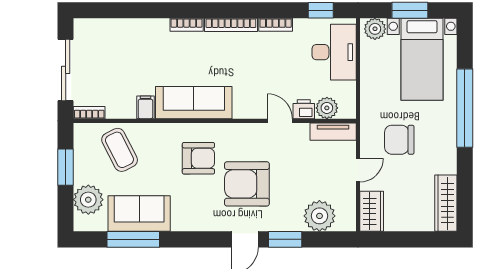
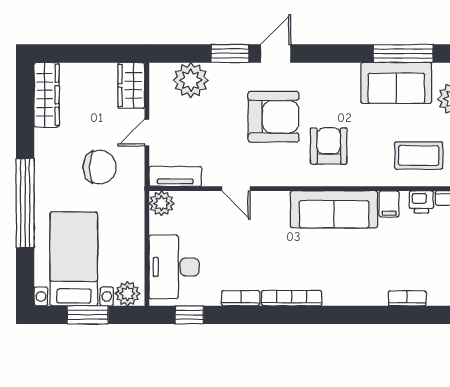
bookcase: (187, 25) -> (407, 298), moved
plant: (327, 108) -> (162, 203), moved
printer: (304, 109) -> (421, 202), moved
coffee table: (120, 150) -> (419, 156), turned -63
armchair: (198, 158) -> (329, 146), turned 90

